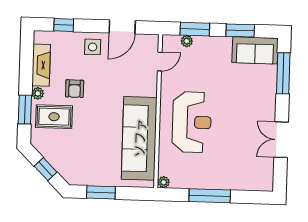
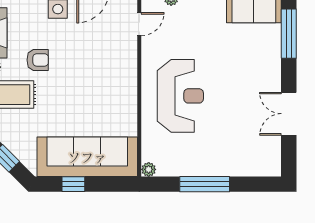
armchair: (75, 89) -> (38, 60), turned -90
sofa: (139, 138) -> (87, 157), moved, turned 90
window: (101, 192) -> (73, 184), width x0.67

